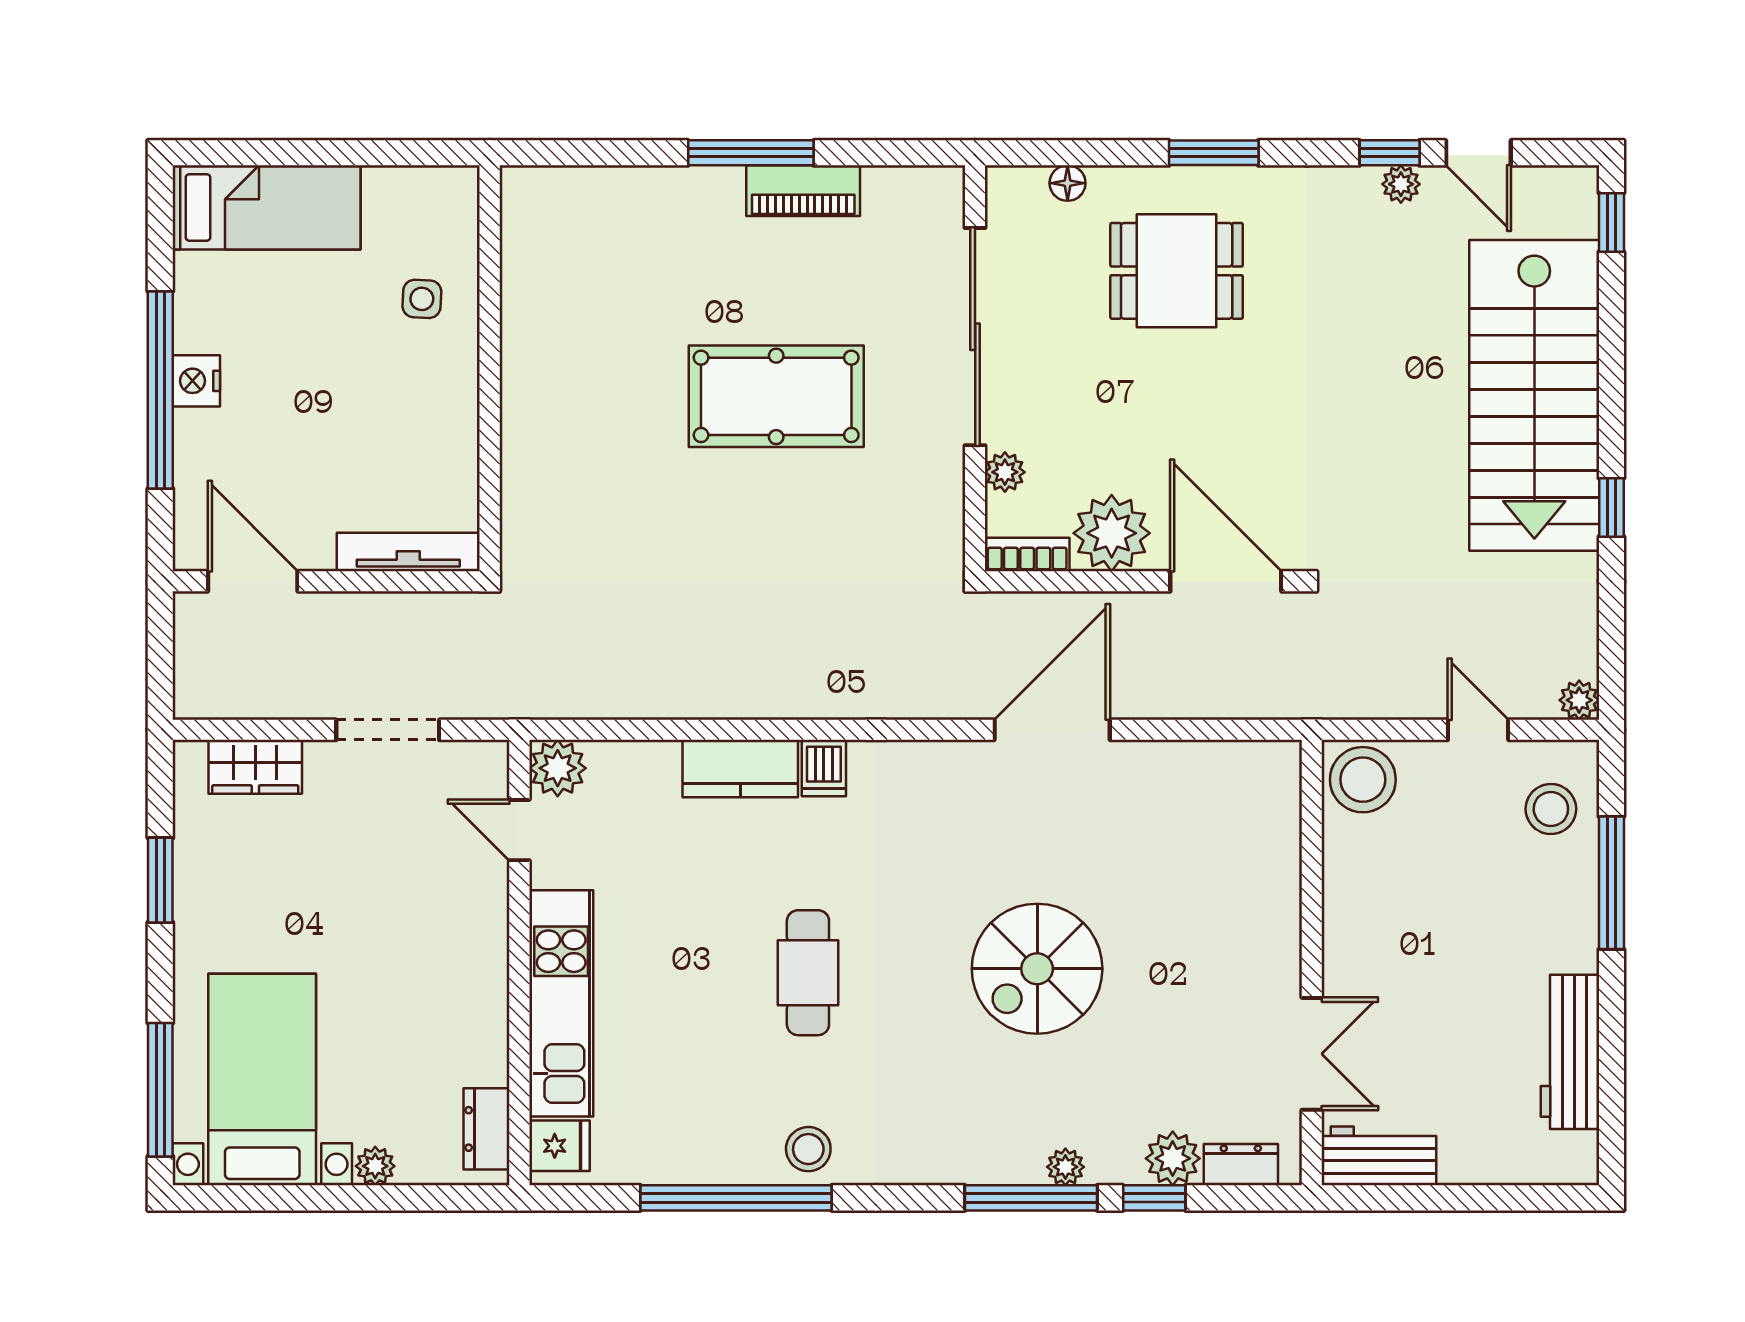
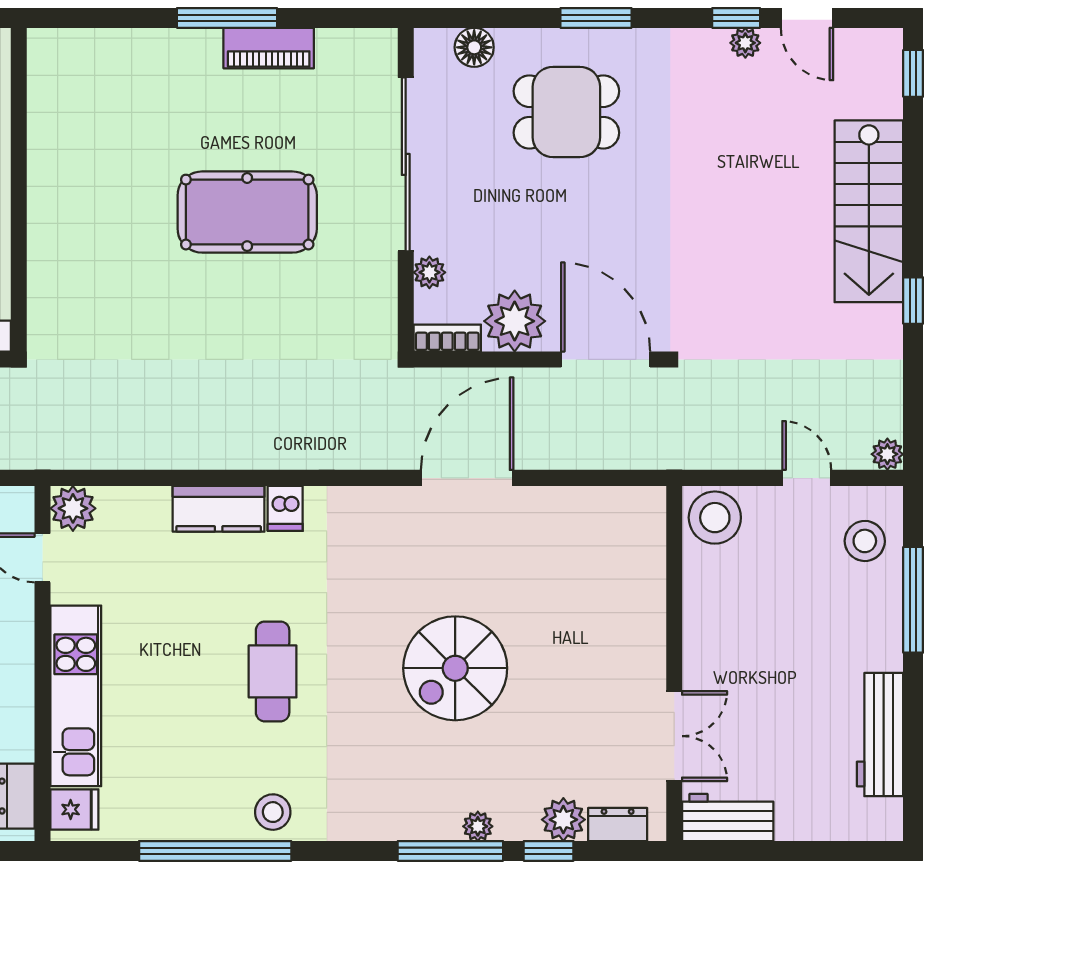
floor lamp: (1068, 183) -> (474, 47), width x1.37, depth x1.37
stairs: (1534, 395) -> (869, 211), width x0.73, depth x0.66

